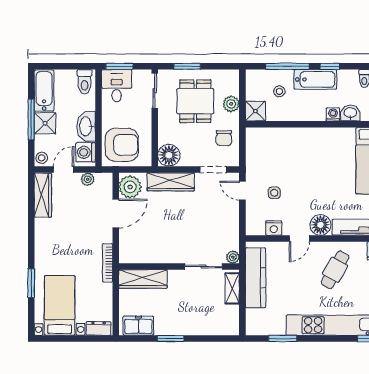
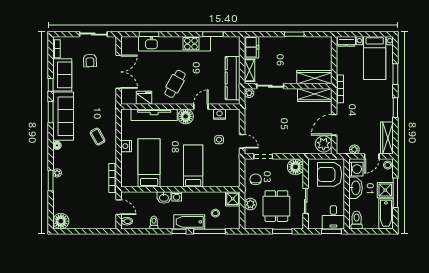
sliding door: (155, 91) -> (306, 201), moved
bed: (310, 156) -> (193, 166), added
wardrobe: (171, 182) -> (315, 95), moved, turned 180
window: (31, 237) -> (395, 108), added
freezer: (138, 326) -> (252, 47), moved, turned -90

